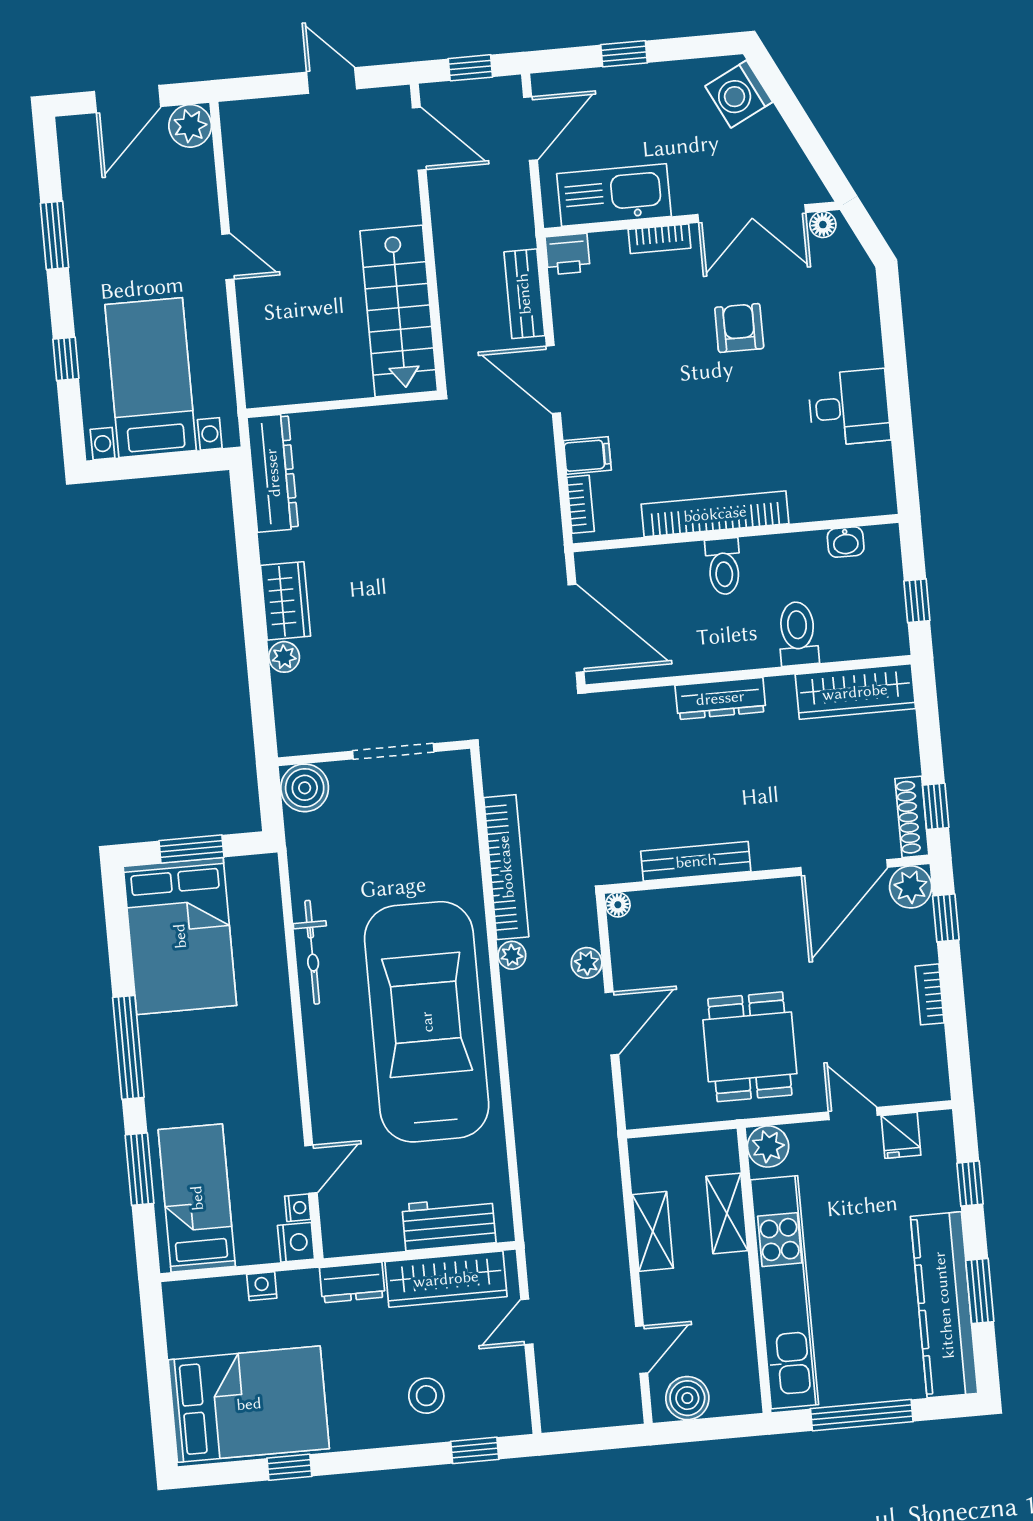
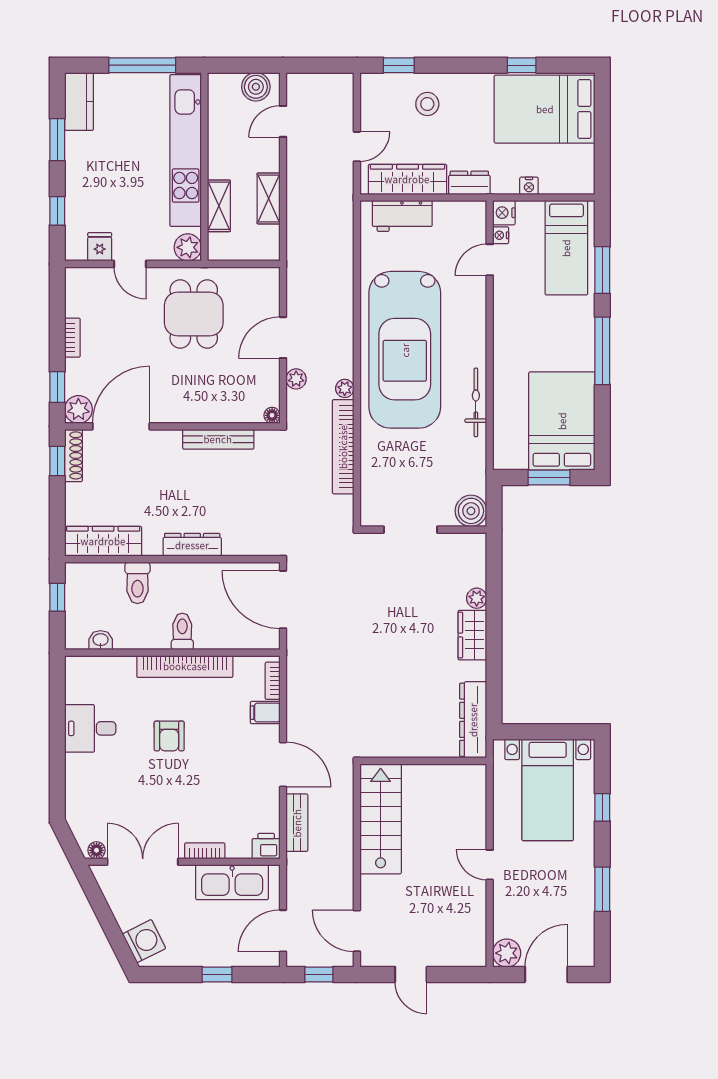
armchair: (739, 328) -> (169, 736), moved
kitchen counter: (944, 1305) -> (79, 101), width x0.48, depth x0.86

